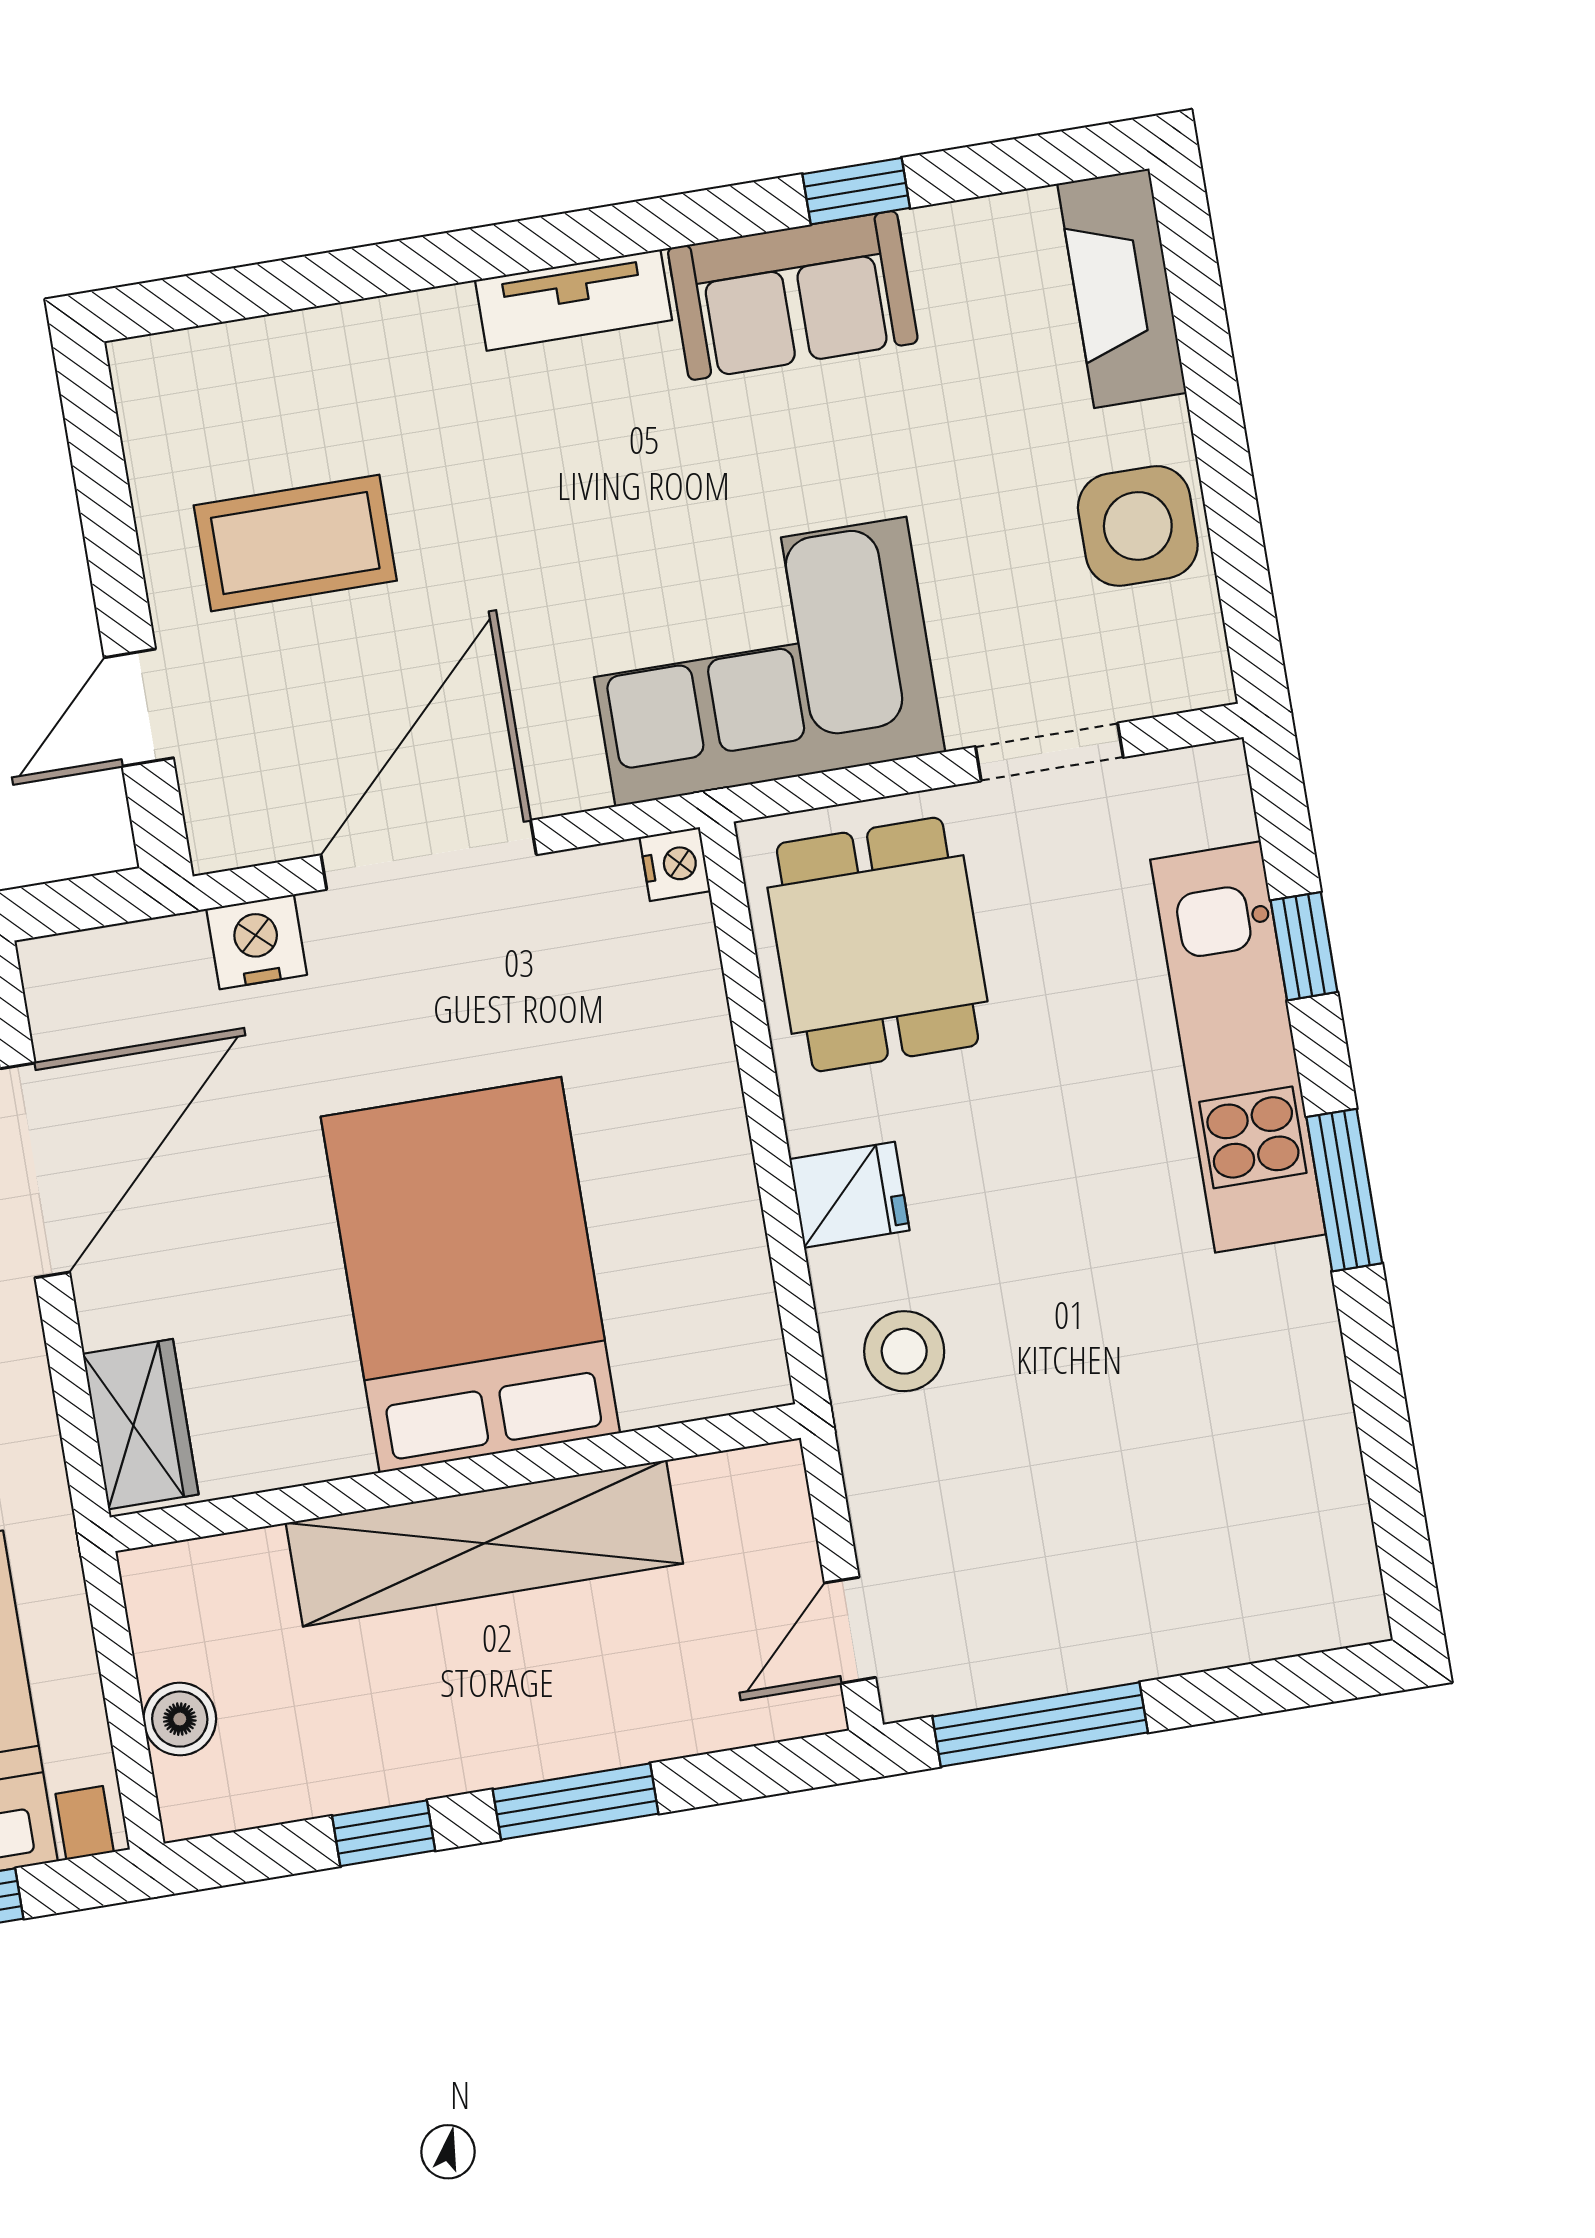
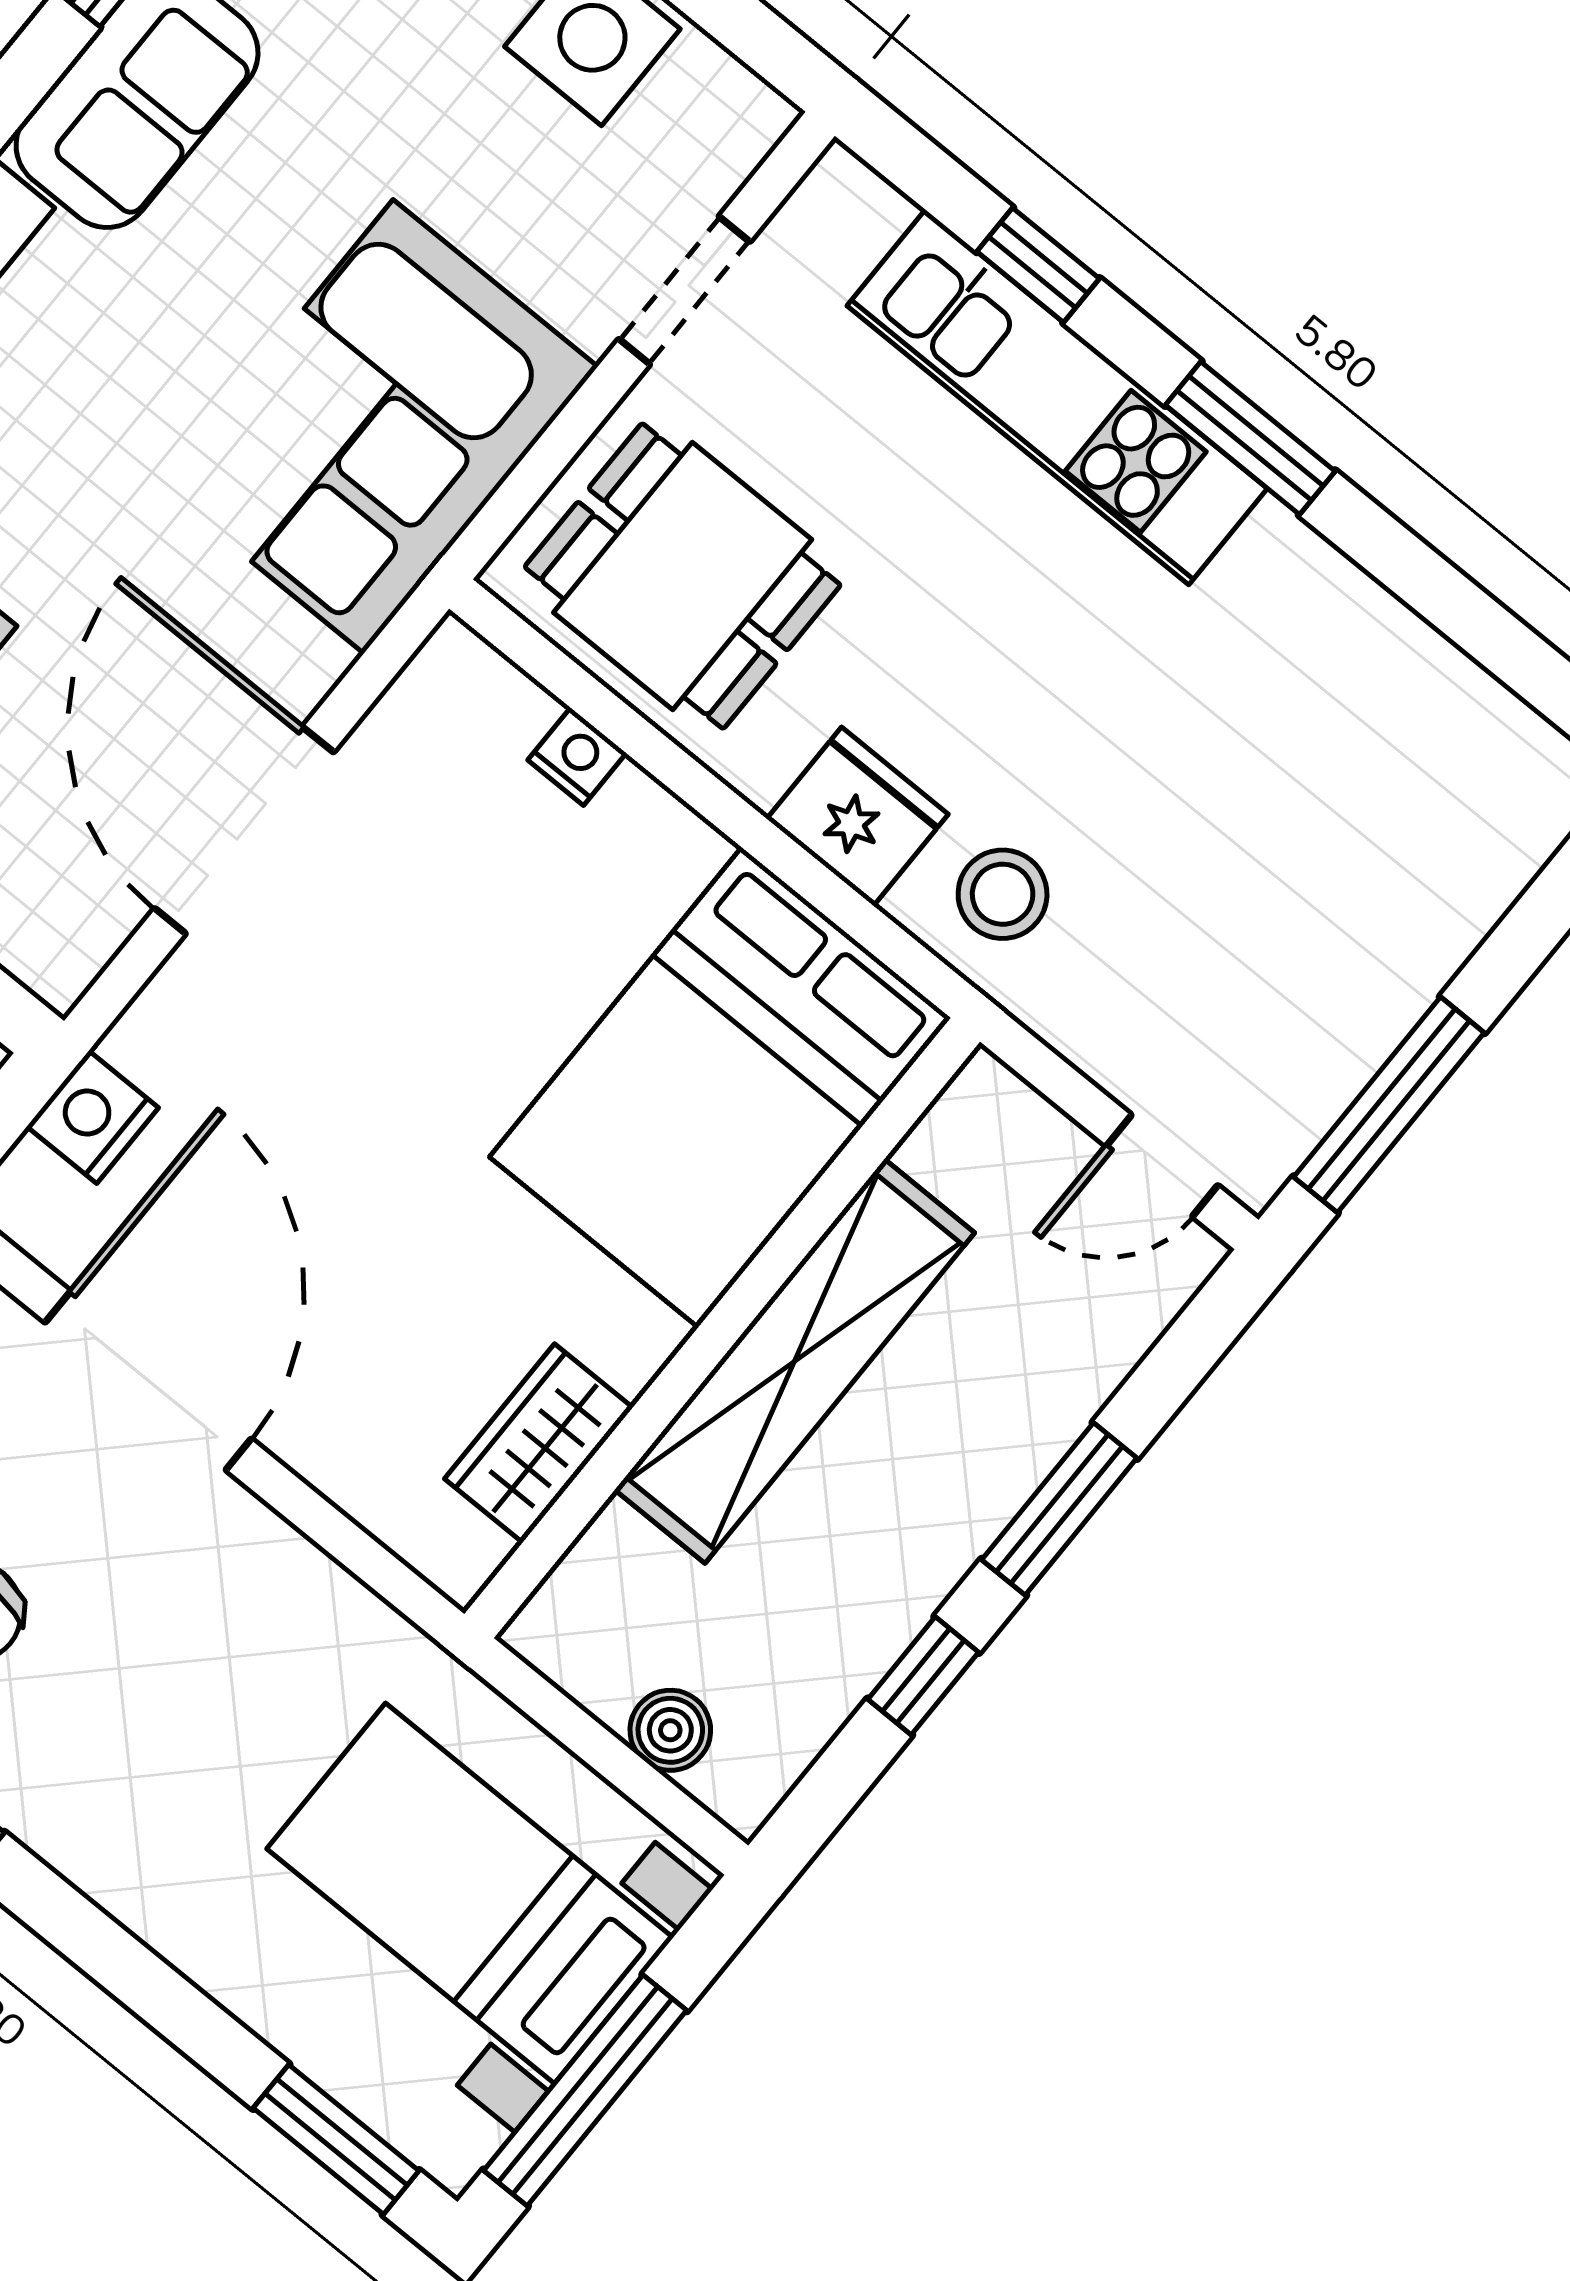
nightstand: (675, 864) -> (577, 757), moved
nightstand: (257, 942) -> (93, 1117), moved
fridge: (849, 1195) -> (857, 816), width x1.38
bed: (470, 1275) -> (720, 1088), moved, turned -90
wardrobe: (141, 1424) -> (539, 1443), moved, turned -90
door: (850, 1630) -> (1162, 1166), hinge flipped

